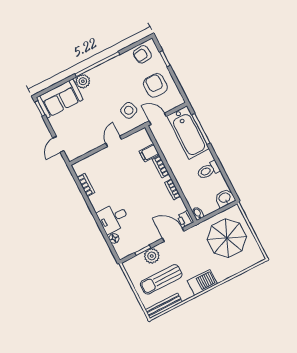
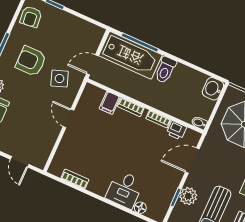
armchair: (155, 85) -> (31, 61), moved
toilet: (208, 170) -> (165, 70), moved
printer: (185, 219) -> (176, 130), moved

